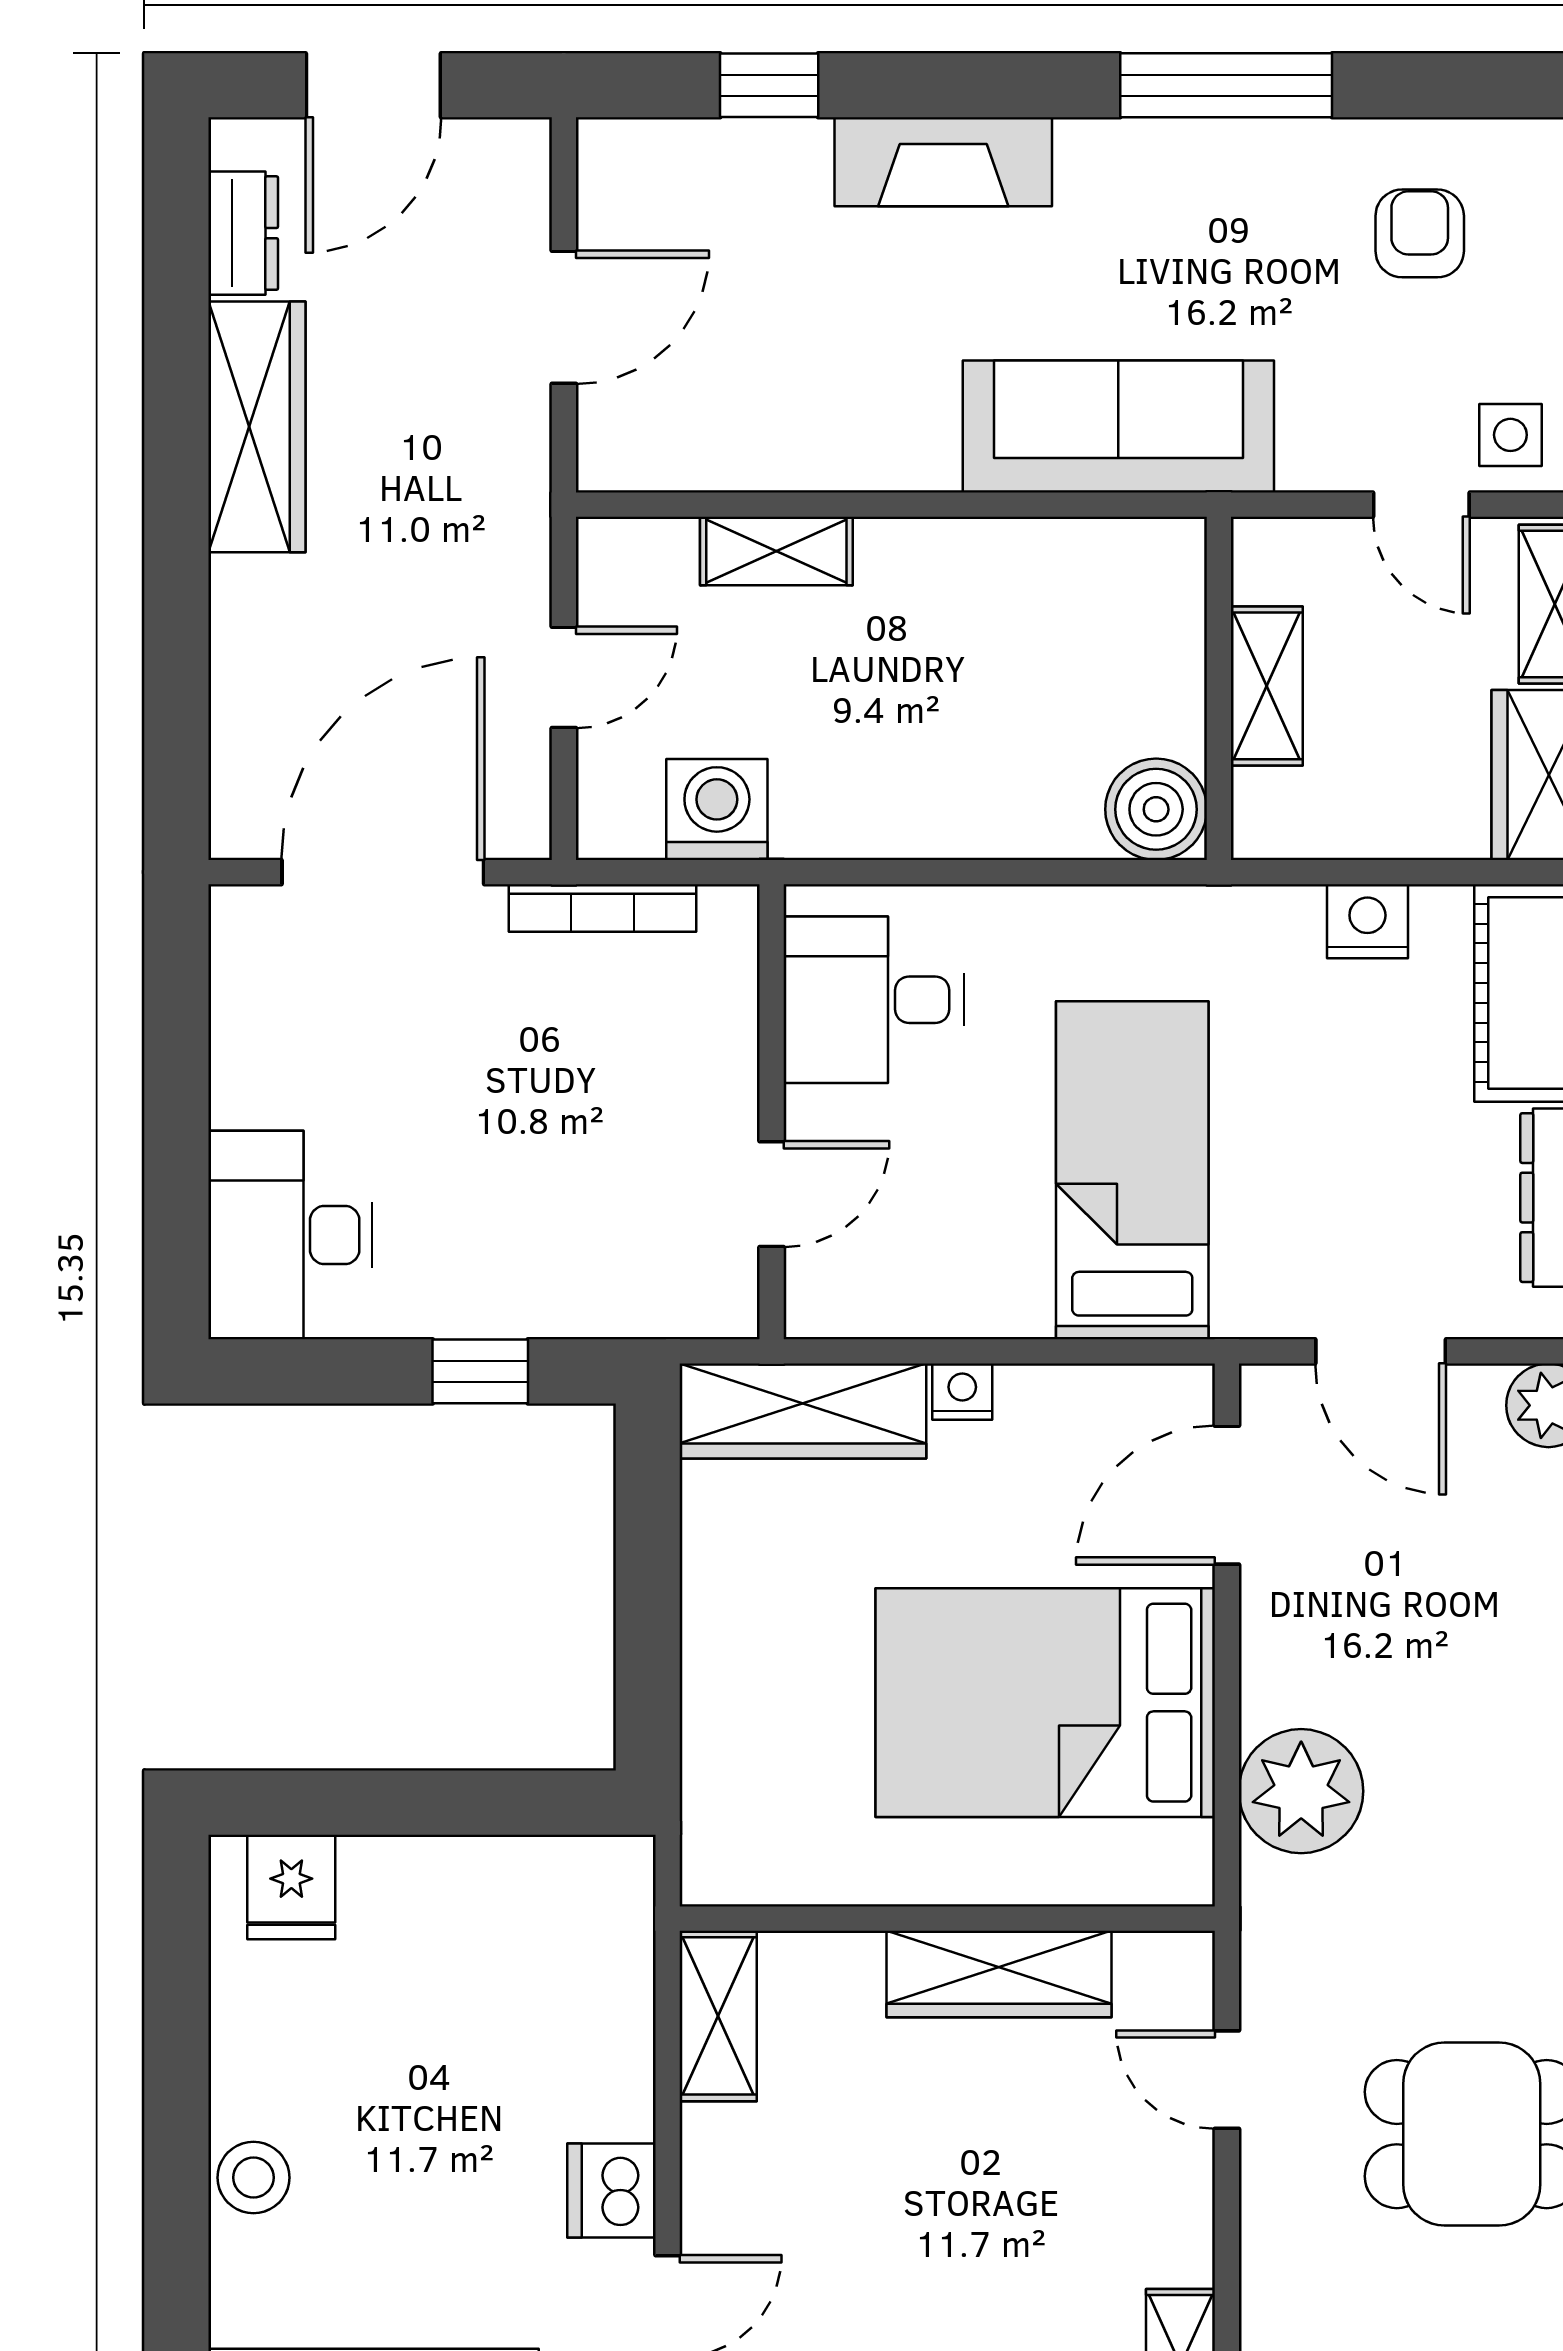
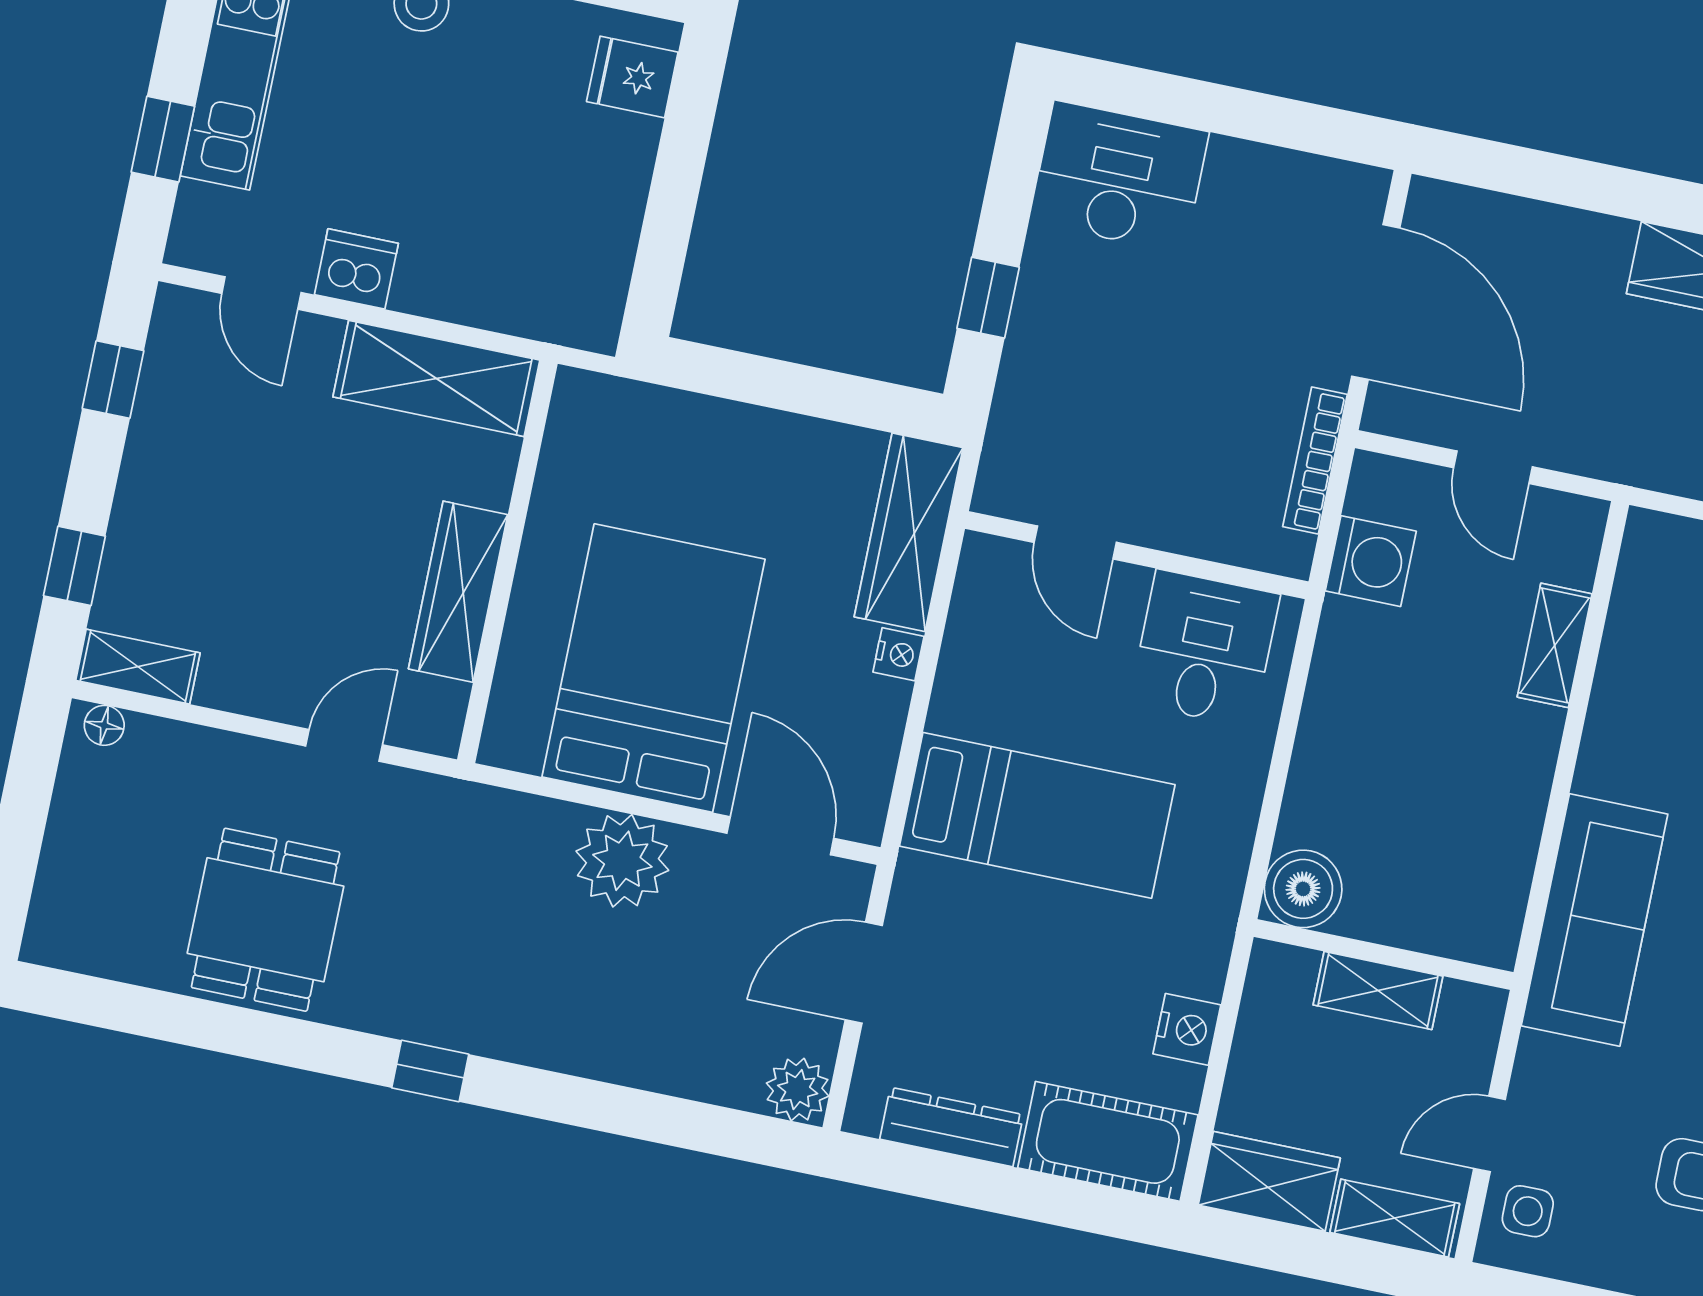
plant: (1301, 1791) -> (622, 861), moved
shelving: (718, 2016) -> (436, 378), width x1.50, depth x1.33

